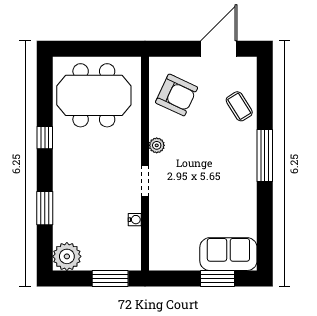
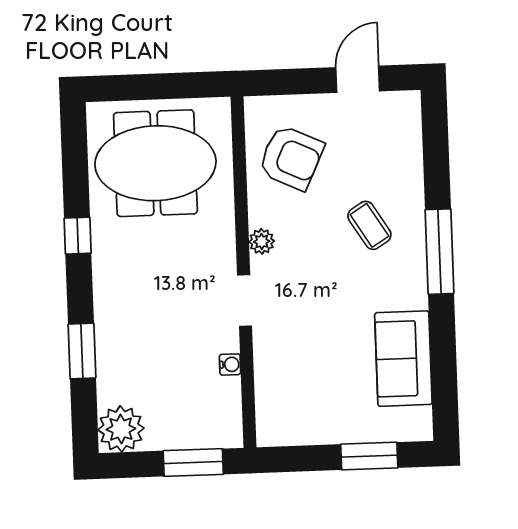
door: (219, 49) -> (358, 79), width x0.73
coffee table: (239, 106) -> (369, 225), moved
sofa: (228, 254) -> (403, 359), moved, turned -90

